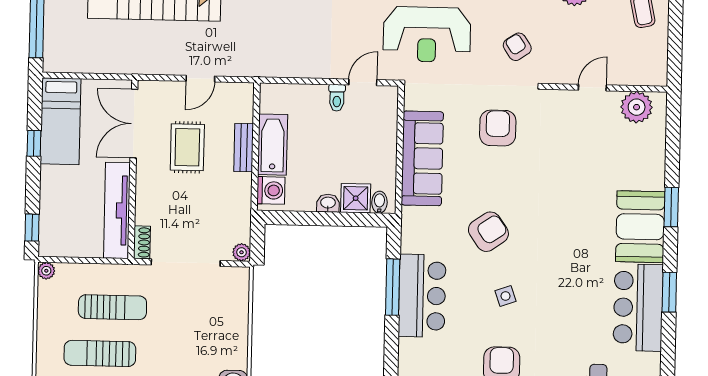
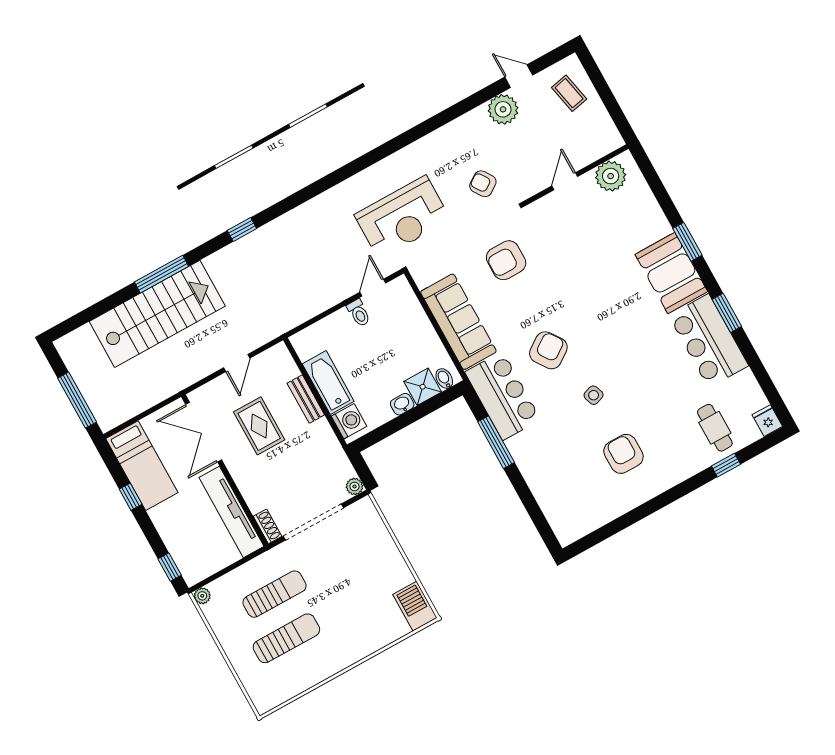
armchair: (498, 128) -> (506, 260), turned -90
bar counter: (422, 296) -> (503, 396), moved
sun lounger: (100, 353) -> (286, 638), turned 180

